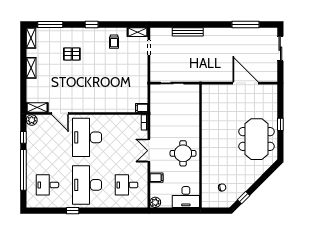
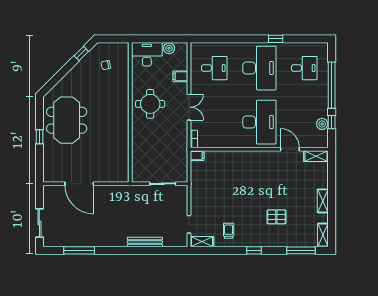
plant: (32, 120) -> (322, 124), moved
plant: (155, 202) -> (169, 48), moved

